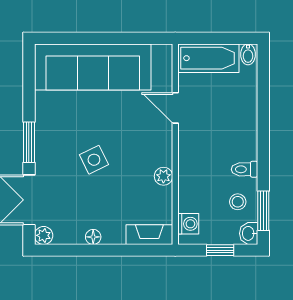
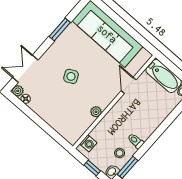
window: (29, 142) -> (60, 30), moved
fireplace: (149, 235) -> (66, 133), removed
floor lamp: (93, 237) -> (26, 99), moved

